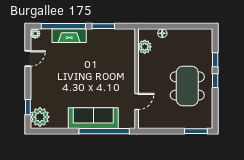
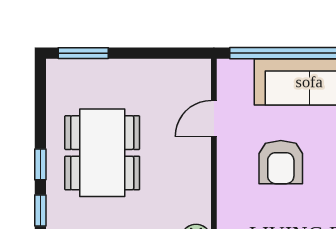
armchair: (106, 82) -> (281, 162), added

